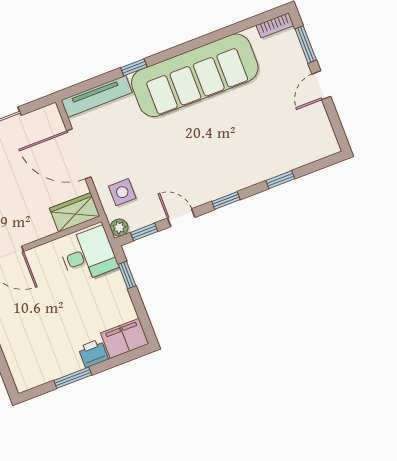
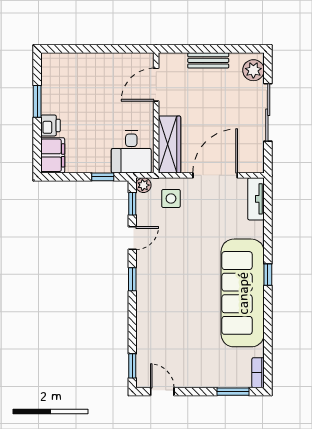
window: (134, 67) -> (268, 275), moved
door: (321, 85) -> (162, 392), moved
tv unit: (97, 96) -> (256, 199), width x0.71
window: (280, 180) -> (132, 366), moved
wardrobe: (75, 212) -> (169, 145), width x1.50

